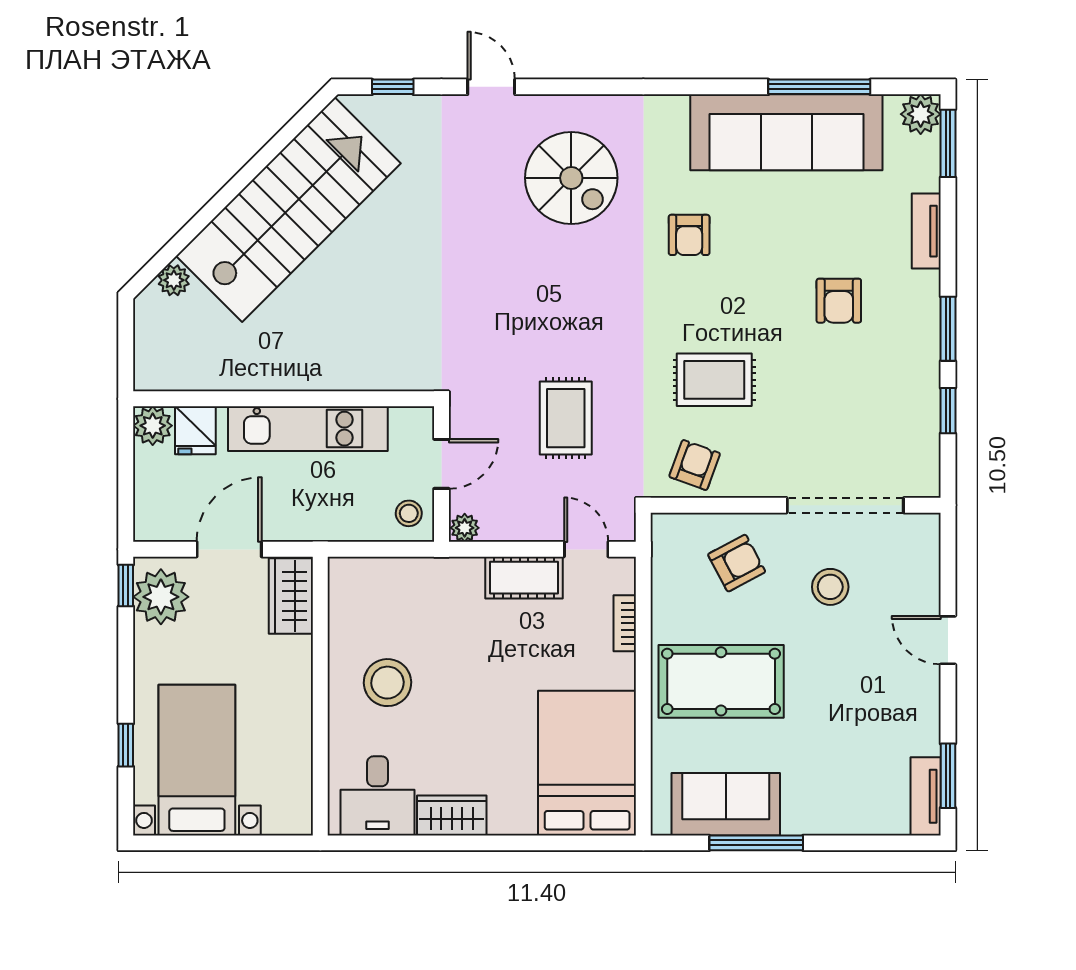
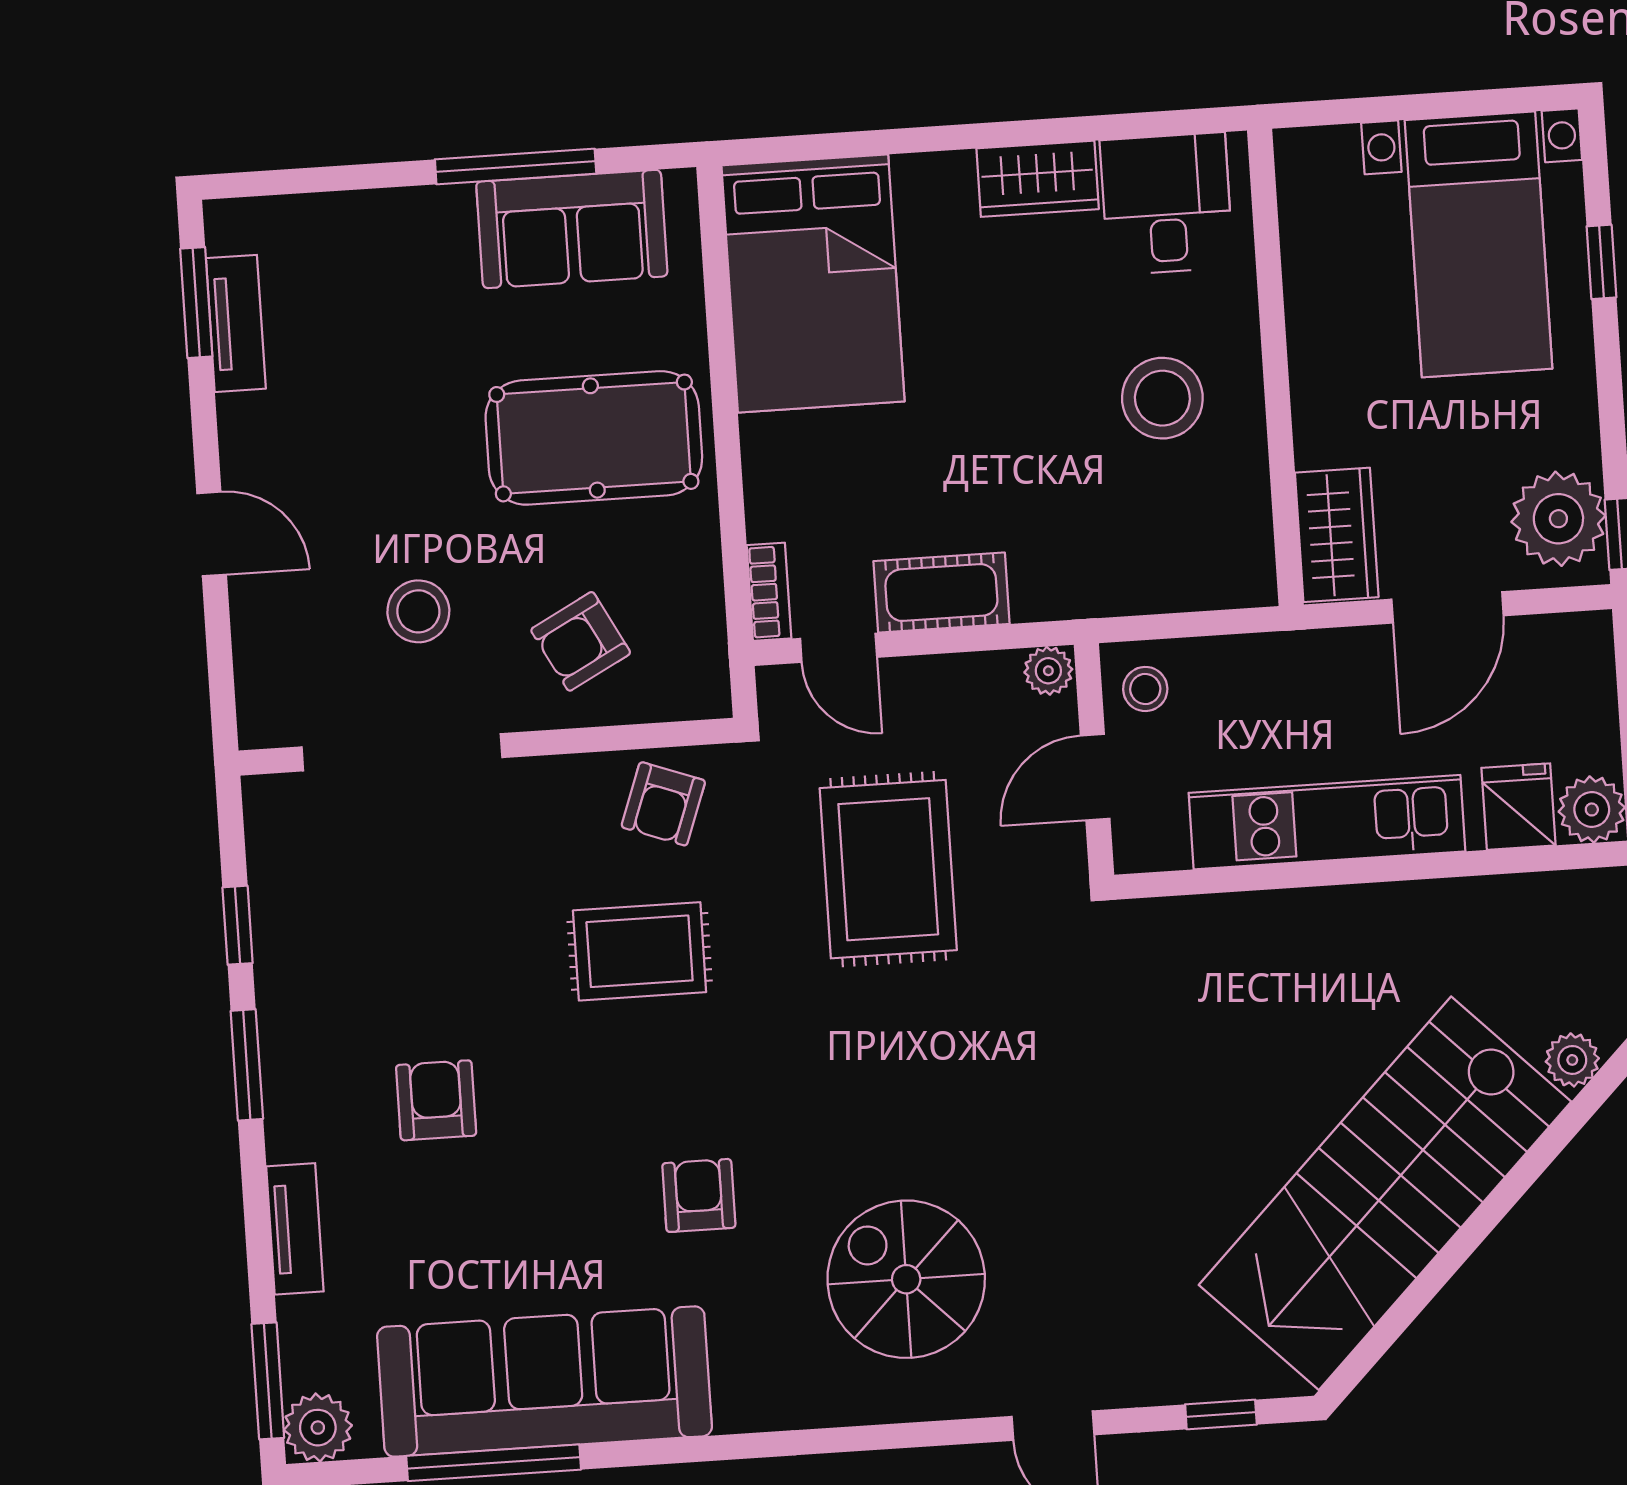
rug: (566, 418) -> (888, 869), width x1.36, depth x1.43
bookcase: (625, 623) -> (769, 592), moved
tv unit: (926, 796) -> (236, 323), moved

